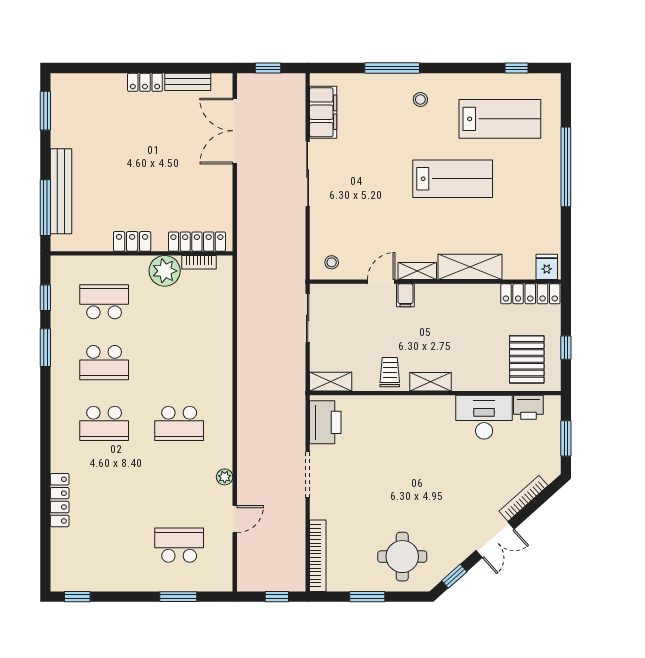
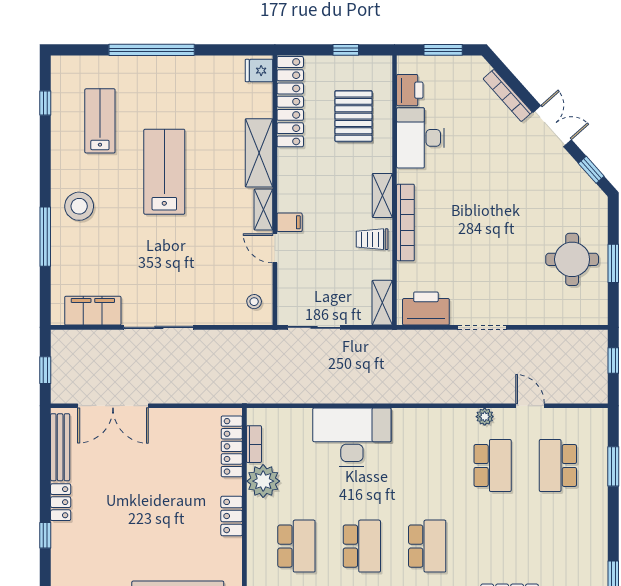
window: (114, 68) -> (45, 535), added
bench: (188, 82) -> (60, 447), width x1.36
stool: (420, 99) -> (79, 206), width x1.89, depth x1.89
lab bench: (500, 119) -> (100, 121), width x0.73, depth x0.72
locker: (530, 294) -> (290, 102), width x1.41, depth x1.21
school desk: (104, 302) -> (296, 546), turned 180
desk: (206, 353) -> (352, 437), added
pallet: (527, 359) -> (354, 116), moved, turned 90
school desk: (179, 423) -> (493, 465), moved
bookcase: (318, 556) -> (405, 223), moved, turned 90
round table: (402, 557) -> (572, 259), moved

